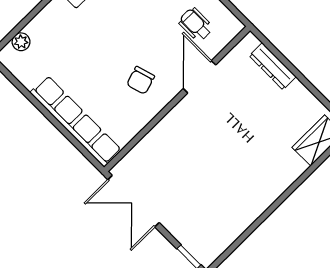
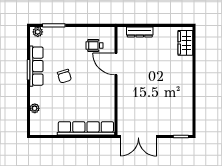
plant: (21, 42) -> (35, 108), moved
chair: (141, 80) -> (64, 76), moved

